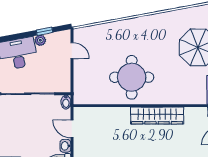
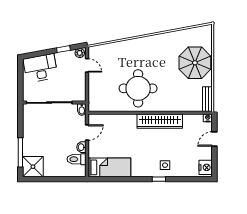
plant: (40, 40) -> (80, 53), moved
door: (72, 129) -> (87, 133), swing flipped

